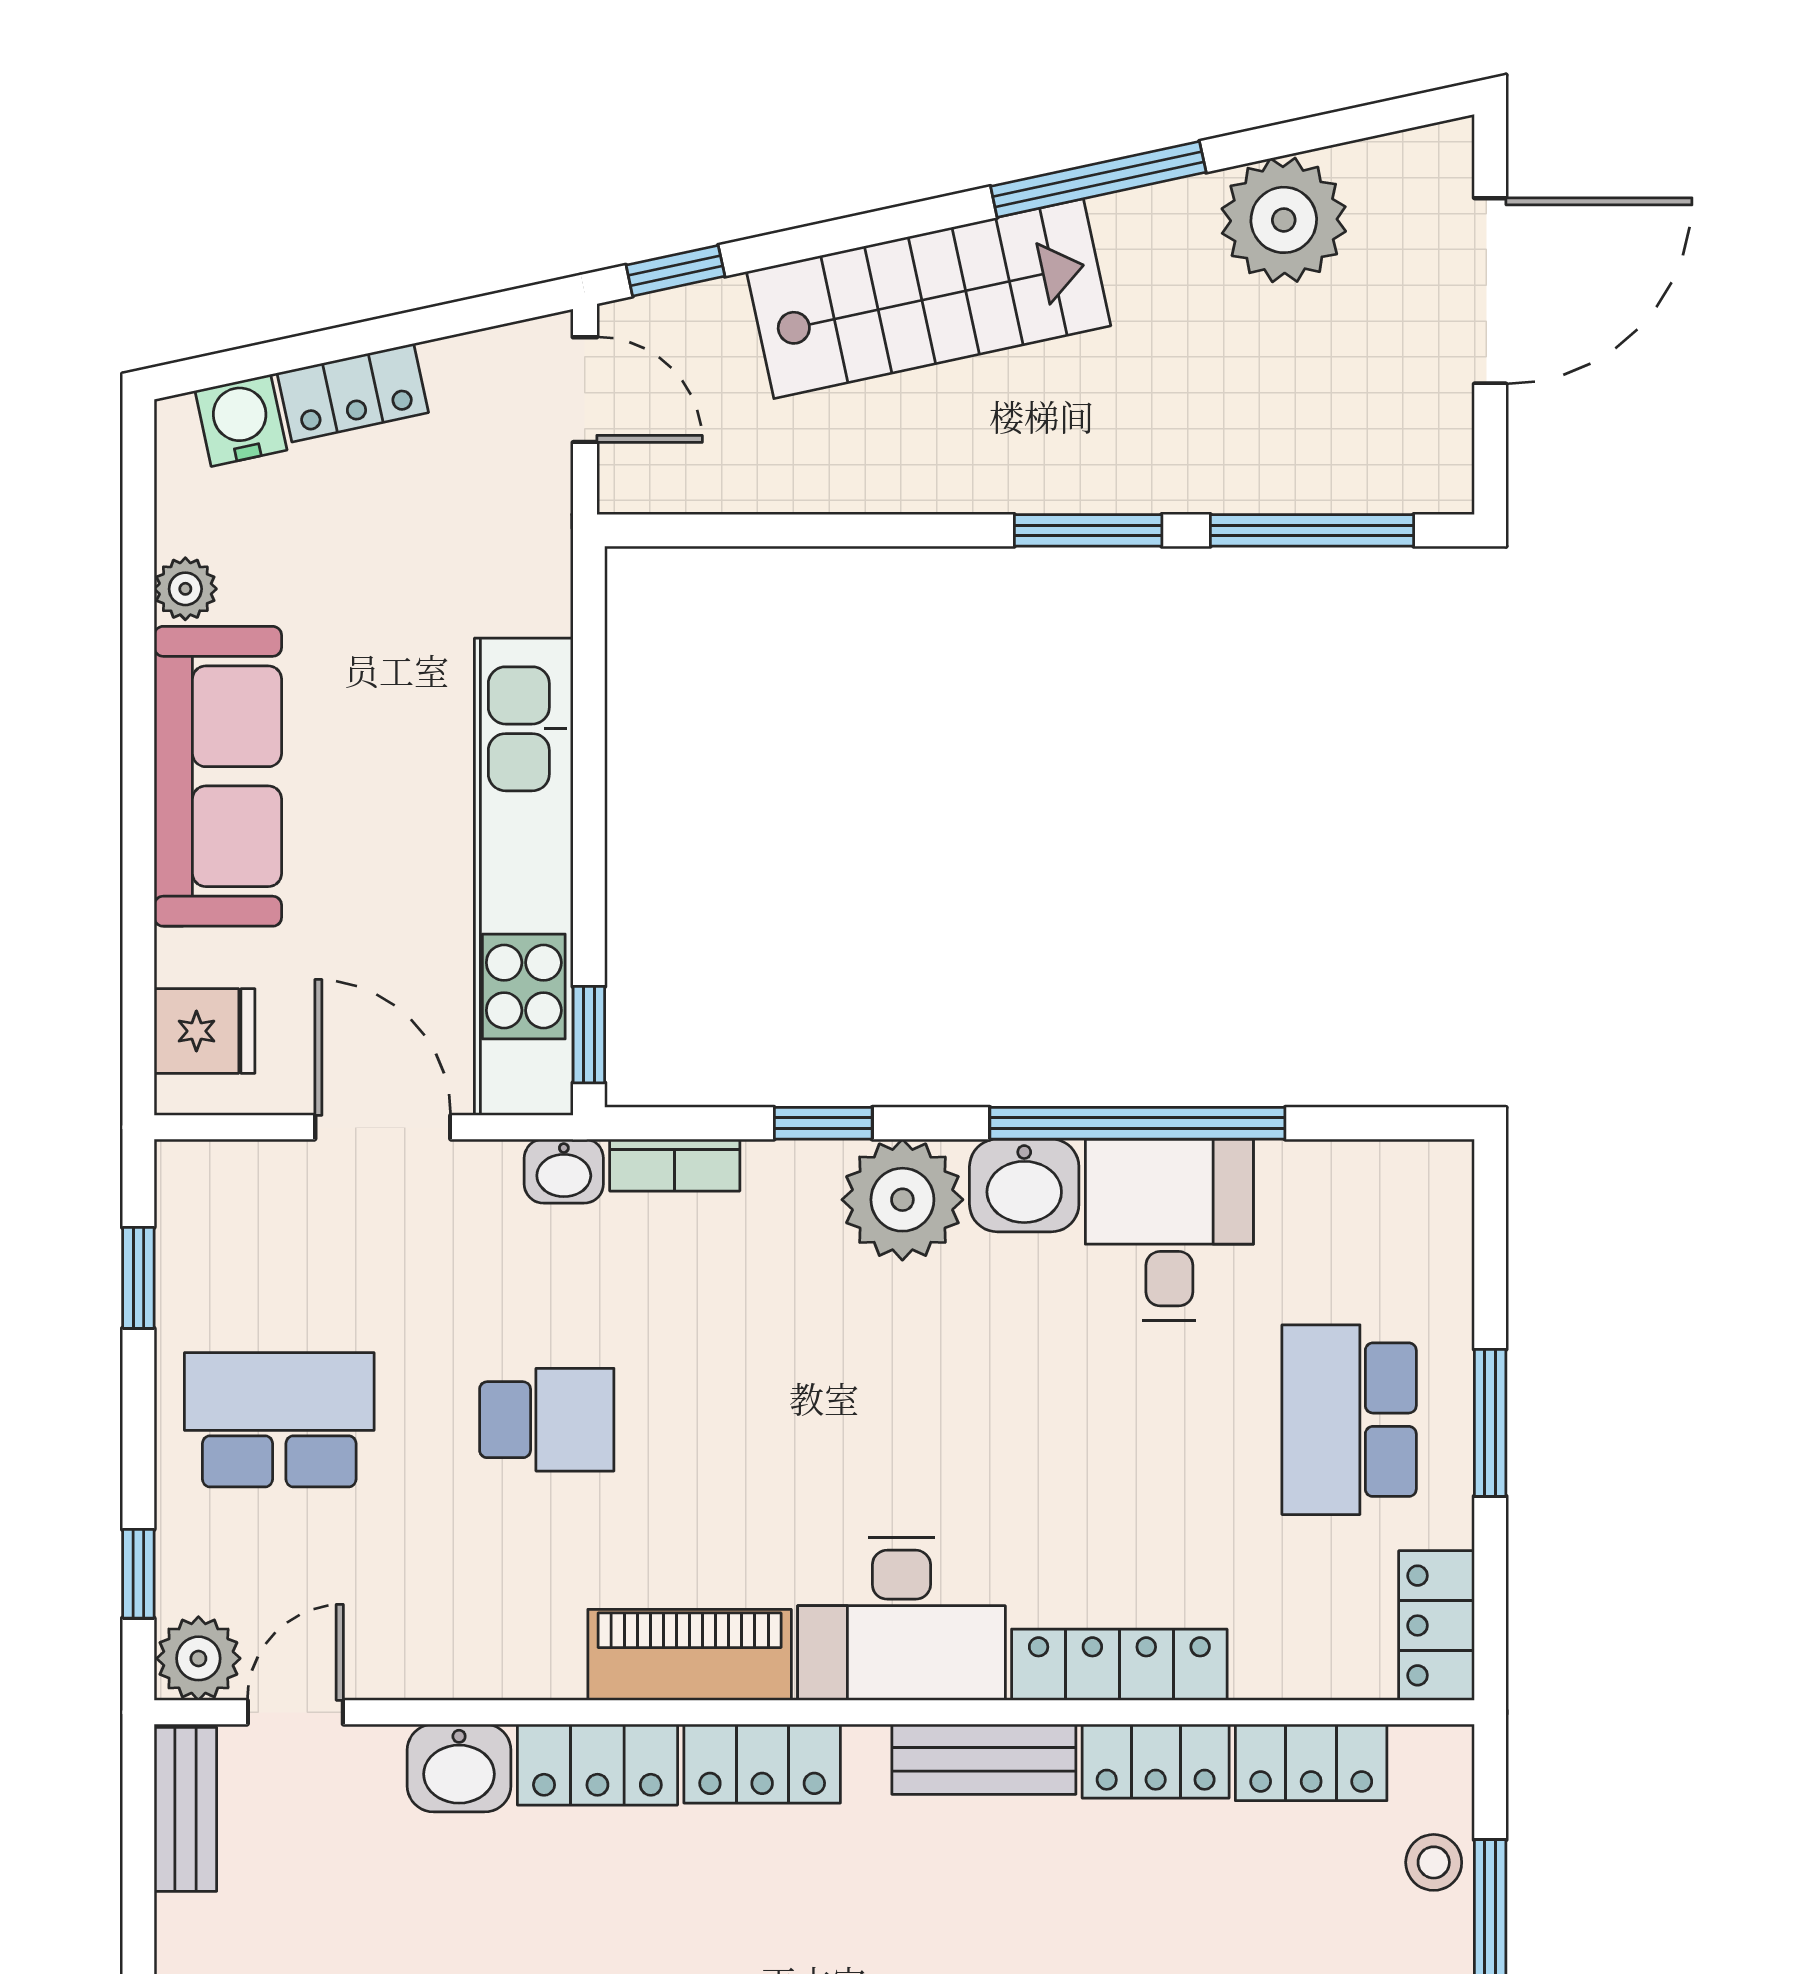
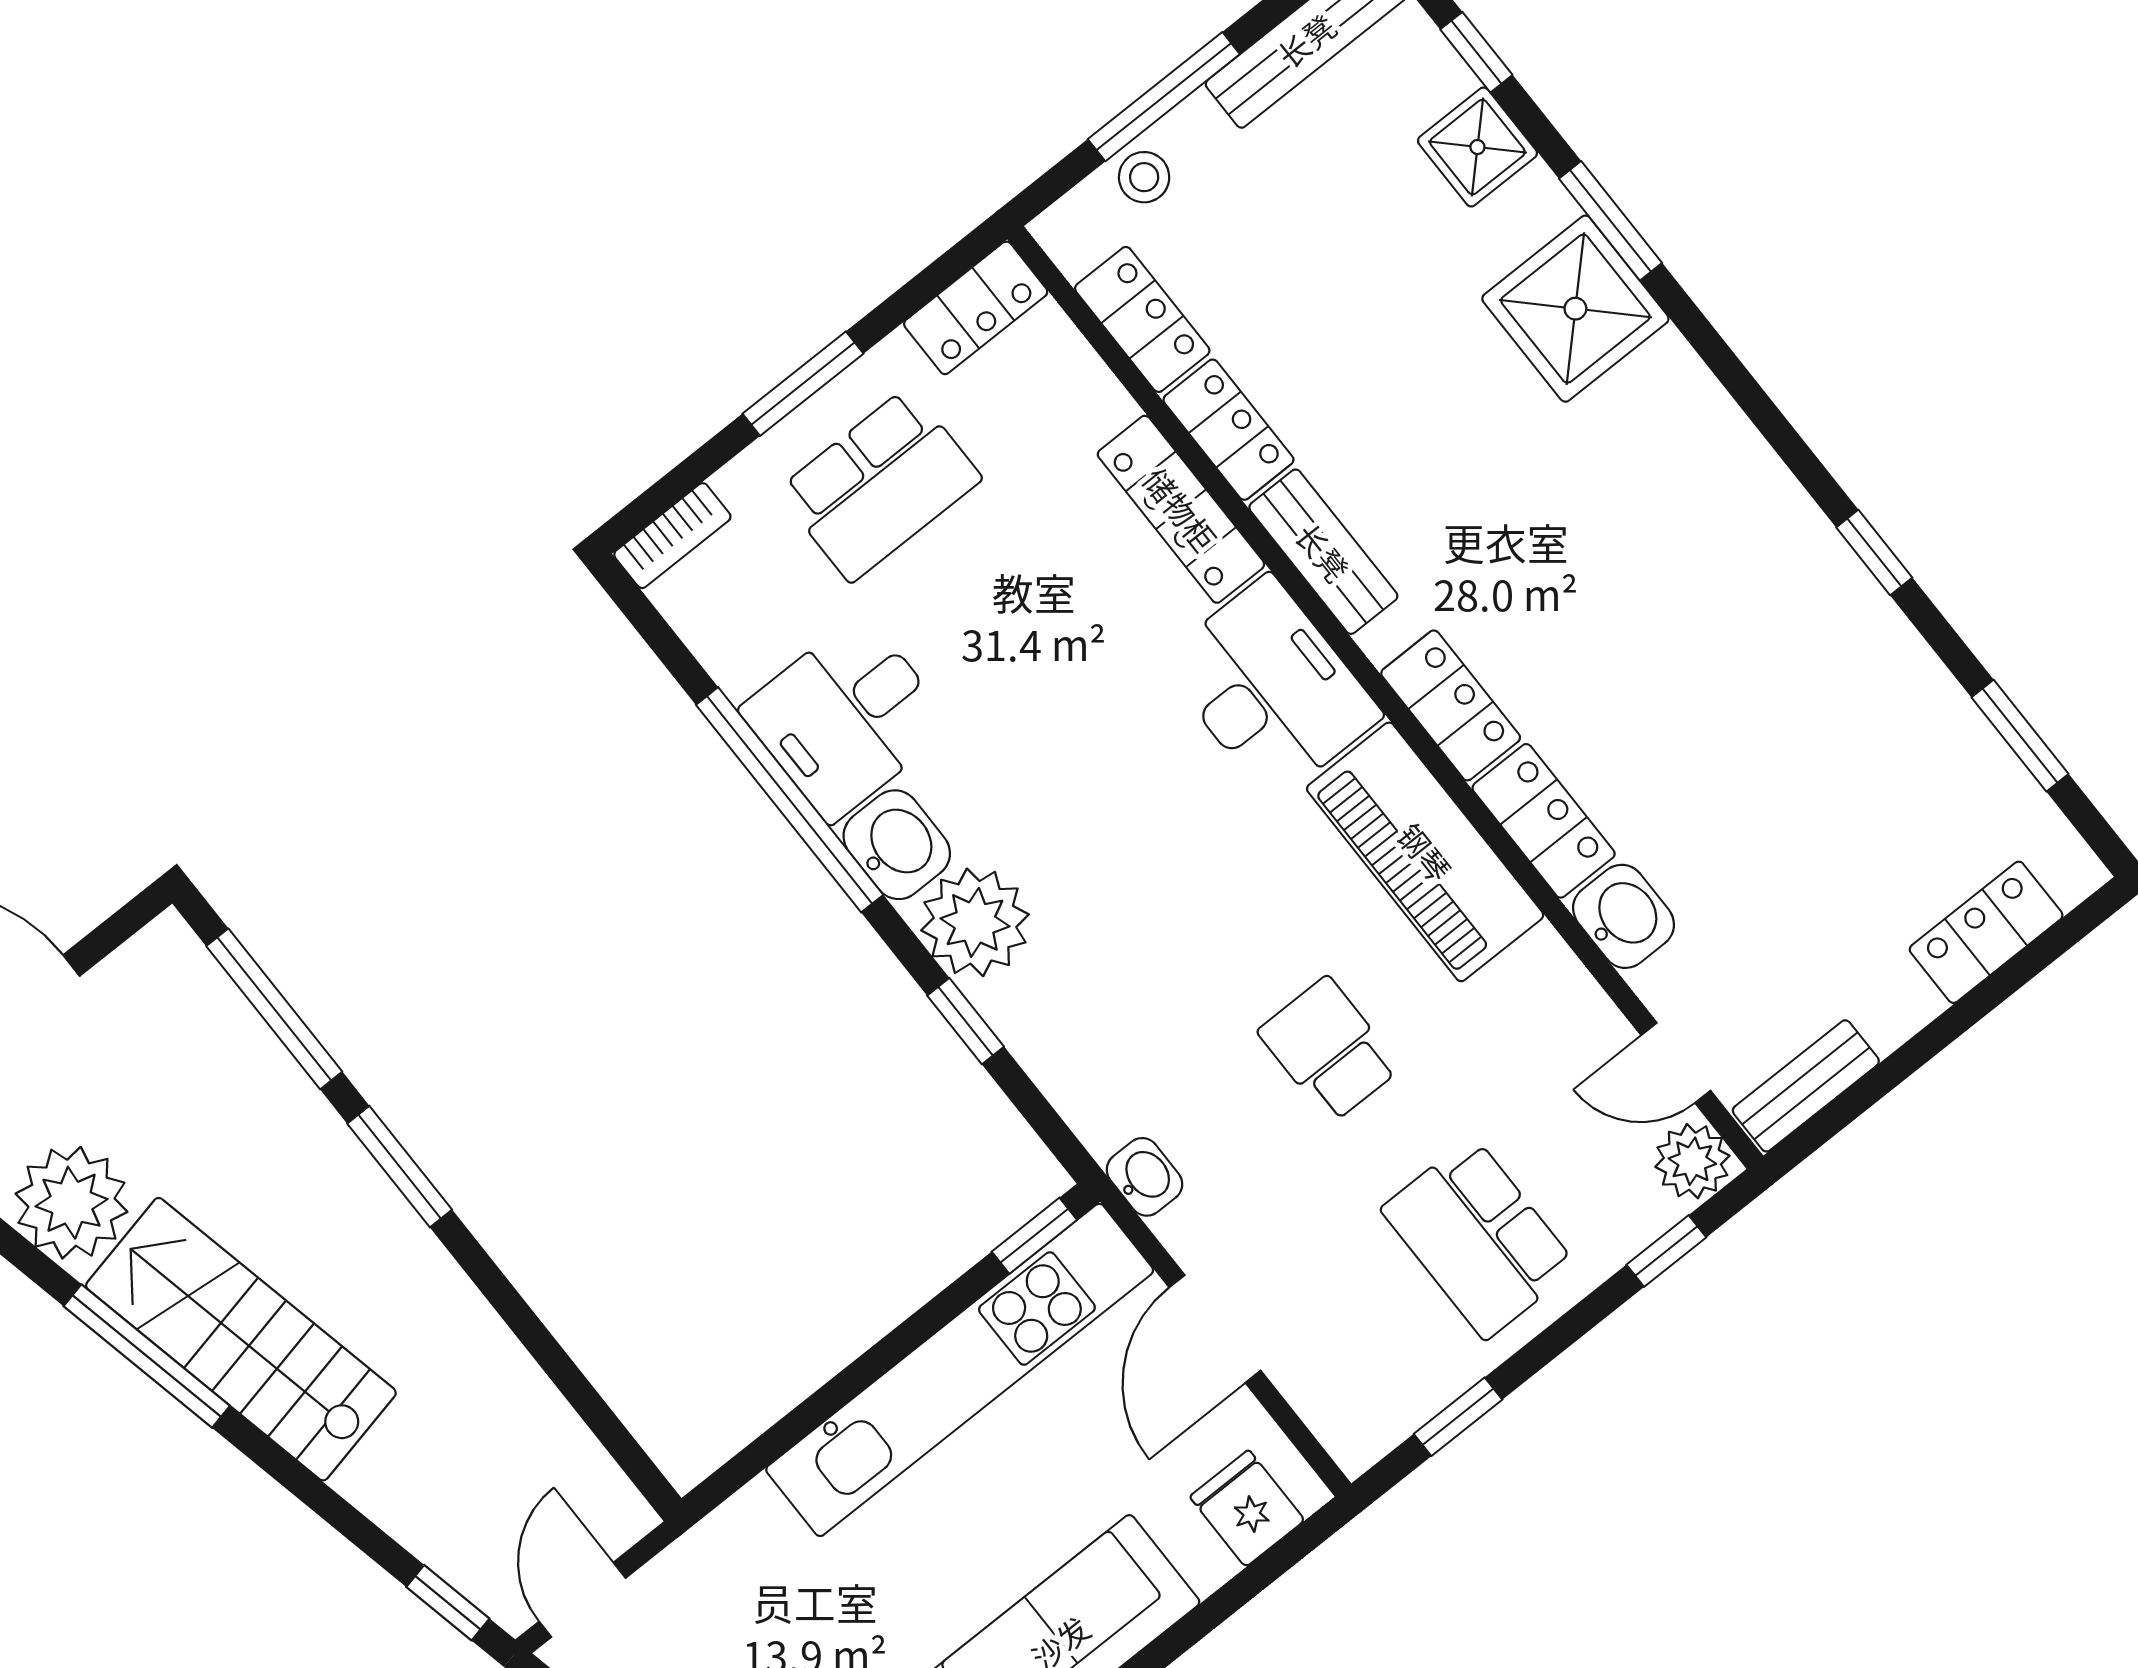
stairs: (929, 299) -> (241, 1339), moved
bookcase: (675, 1165) -> (672, 536), moved, turned 90
piano: (690, 1655) -> (1425, 852), width x1.37, depth x1.33

